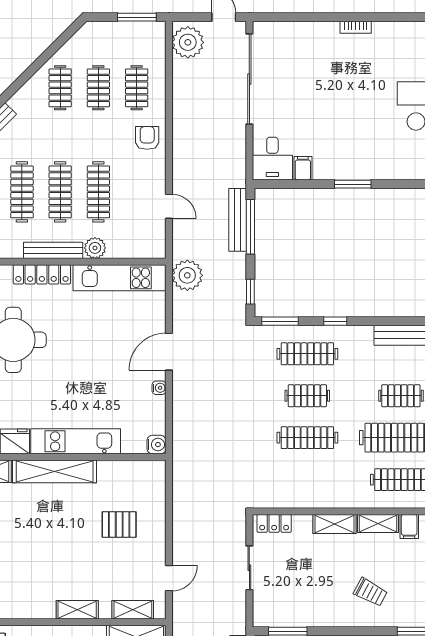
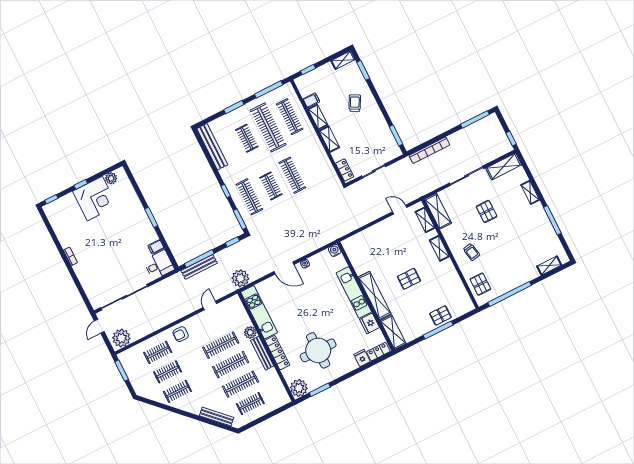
pallet: (119, 524) -> (409, 279), moved, turned 90

